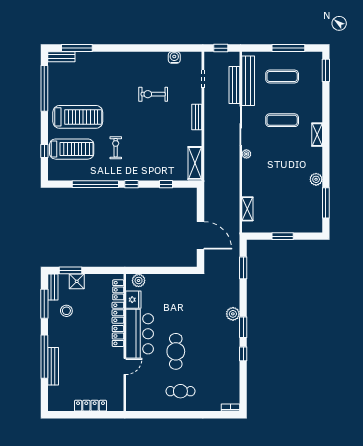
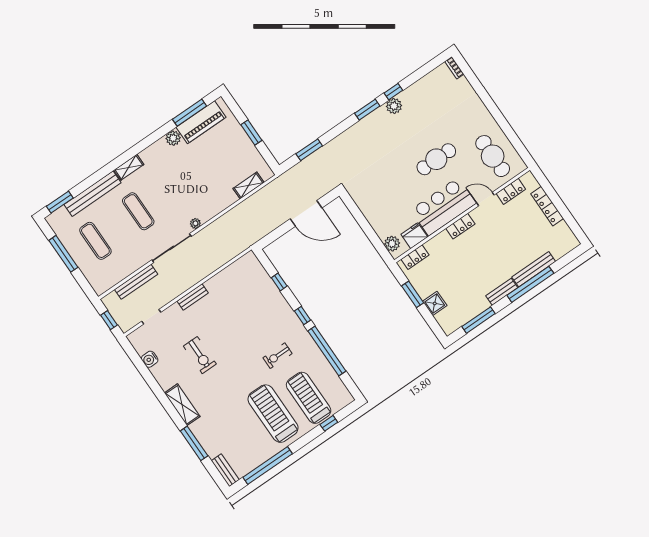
window: (77, 48) -> (194, 443), moved
bench: (248, 81) -> (93, 194), moved
shelving: (195, 163) -> (182, 405), moved, turned 90
piano: (314, 206) -> (201, 122), added
door: (200, 235) -> (306, 213), swing flipped
window: (70, 270) -> (413, 294), moved
bench: (53, 287) -> (502, 292), moved
stool: (66, 311) -> (470, 294), removed
locker: (118, 313) -> (511, 191), moved
plant: (233, 314) -> (394, 106), moved
cafe table: (180, 391) -> (493, 156), moved, width x1.37, depth x1.35

